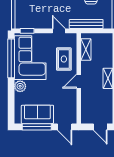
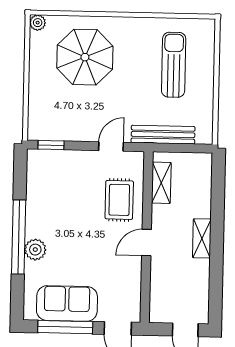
door: (59, 31) -> (111, 146), hinge flipped
window: (11, 58) -> (19, 237), moved
corner sofa: (30, 58) -> (56, 196), removed

